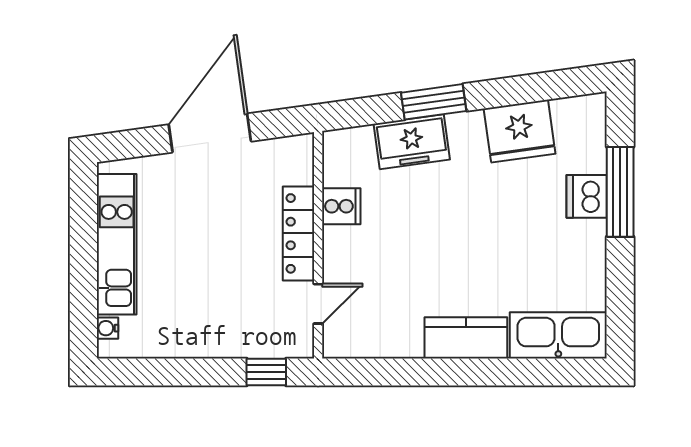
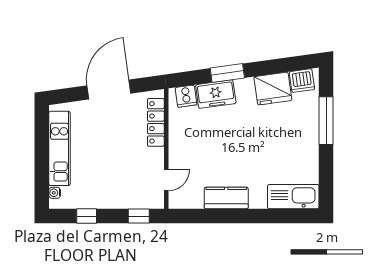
dishwasher: (587, 196) -> (302, 81), moved, turned -98
cooker: (341, 206) -> (186, 96), moved, turned 82
locker: (298, 233) -> (156, 122), moved
kitchen counter: (466, 338) -> (226, 198), moved
window: (168, 372) -> (87, 216), added

